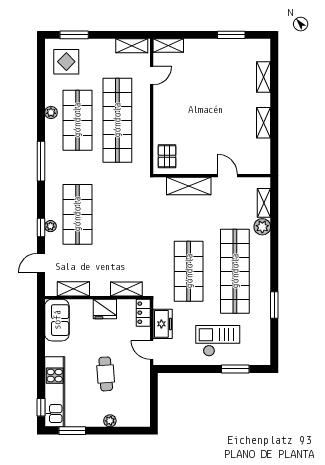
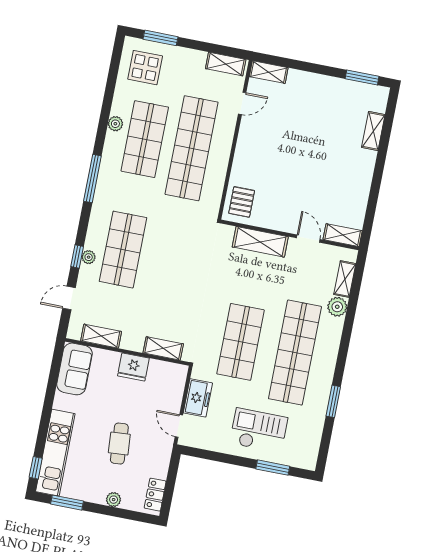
window: (231, 35) -> (362, 77), moved
shelving: (264, 123) -> (343, 235), moved, turned 90
locker: (143, 313) -> (155, 495), moved

